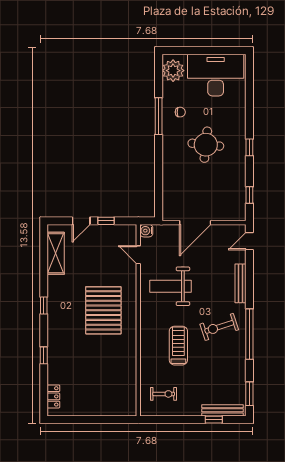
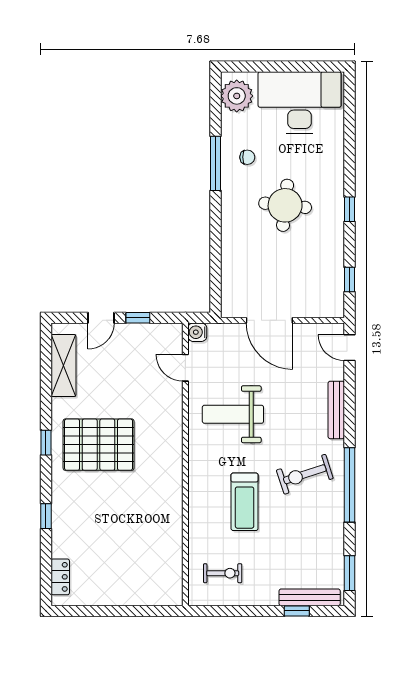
door: (195, 223) -> (269, 320), hinge flipped
door: (249, 241) -> (349, 348), hinge flipped
pallet: (103, 310) -> (99, 445), moved, turned 90
treadmill: (178, 346) -> (245, 502), turned 180

